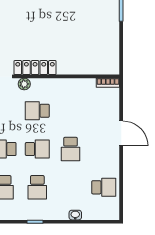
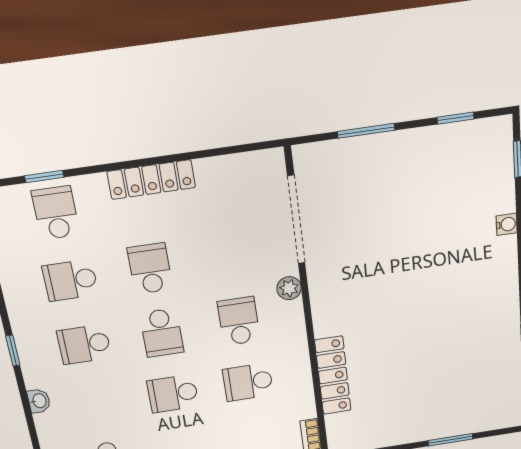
locker: (35, 68) -> (333, 376), moved
school desk: (71, 111) -> (248, 382), added
washbasin: (75, 215) -> (39, 401), moved

